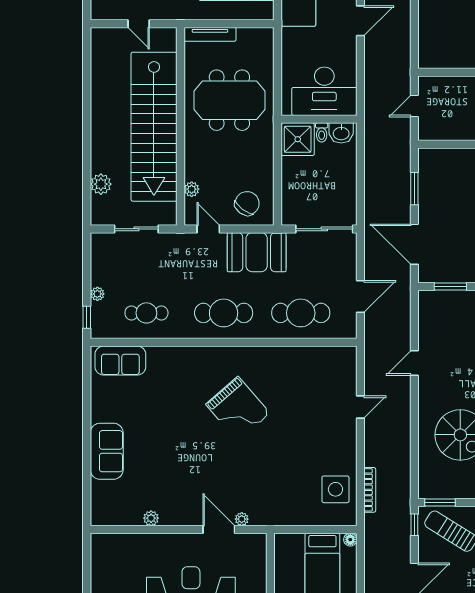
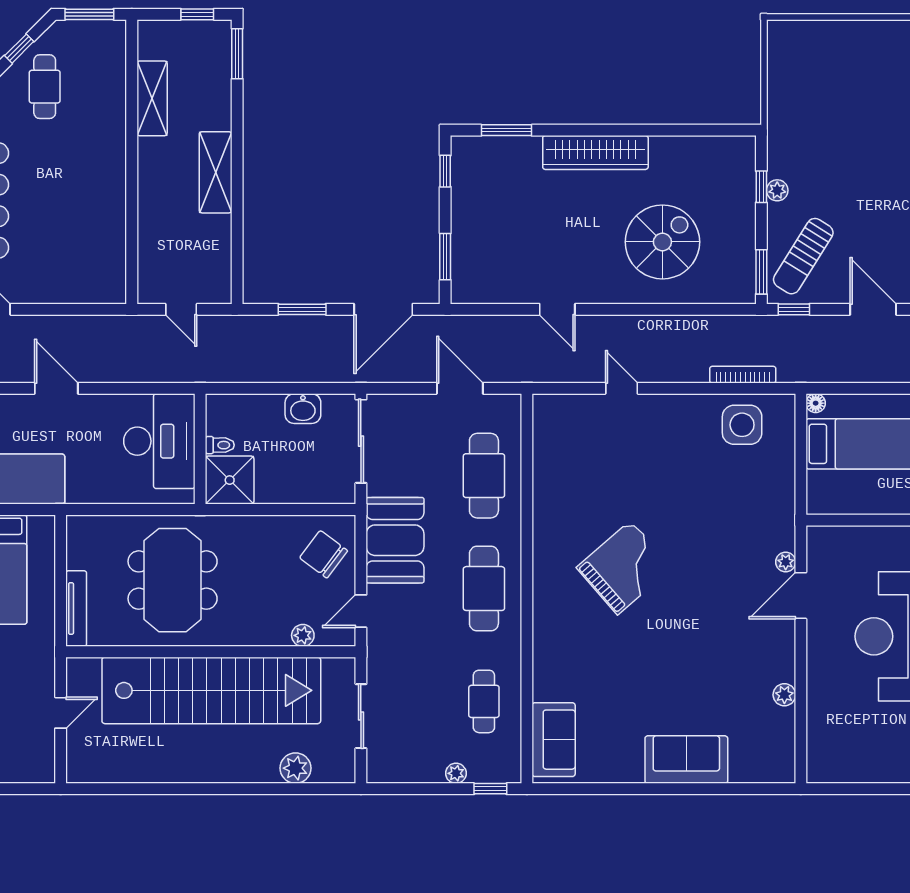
washbasin: (341, 133) -> (303, 409), moved, turned 90

